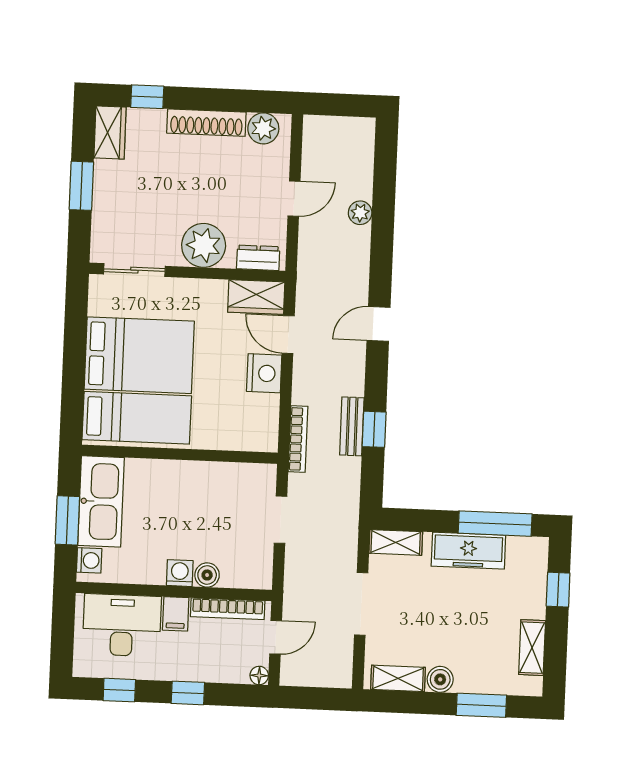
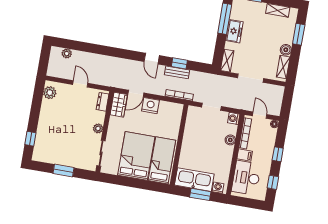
shoe rack: (206, 123) -> (44, 116), removed
wardrobe: (110, 132) -> (43, 156), removed
plant: (360, 213) -> (67, 53), moved
plant: (204, 245) -> (98, 128), width x0.53, depth x0.53
door: (378, 324) -> (152, 59), moved
freezer: (468, 551) -> (234, 31), width x0.71
washing machine: (180, 573) -> (234, 118), moved

